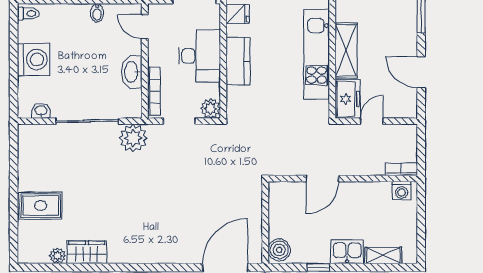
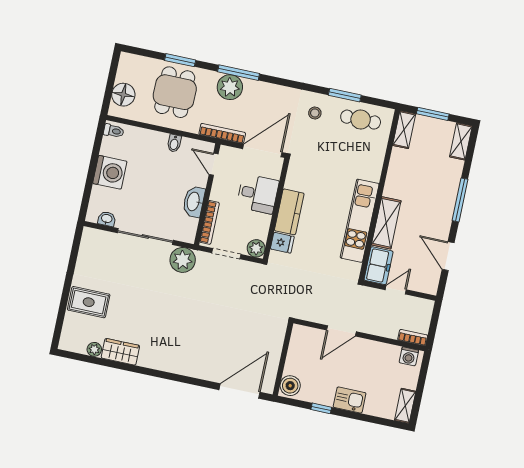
fridge: (238, 14) -> (282, 243), moved
desk: (200, 56) -> (258, 194), width x0.73
shelving: (383, 255) -> (405, 406), moved, turned 90

